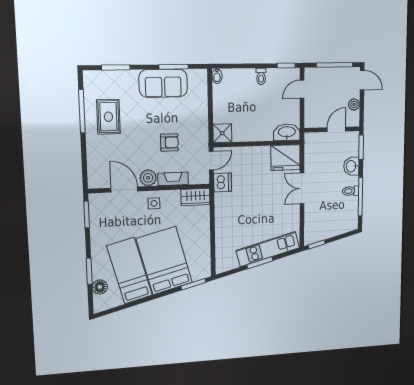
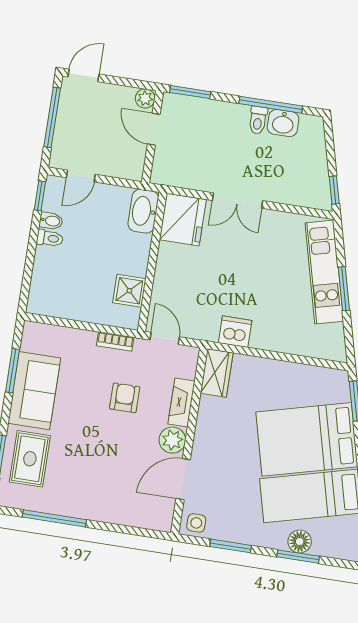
bidet: (217, 76) -> (51, 221), moved
door: (302, 89) -> (81, 176), hinge flipped
plant: (354, 104) -> (145, 98), moved
rug: (108, 117) -> (30, 459), moved, turned 90
bookcase: (204, 130) -> (115, 341), added
shower: (222, 133) -> (129, 291), moved
washbasin: (351, 166) -> (283, 123), moved
dishwasher: (223, 182) -> (235, 332), moved
side table: (154, 203) -> (196, 523), moved
window: (87, 214) -> (231, 546), moved
floor lamp: (100, 287) -> (300, 541), moved

